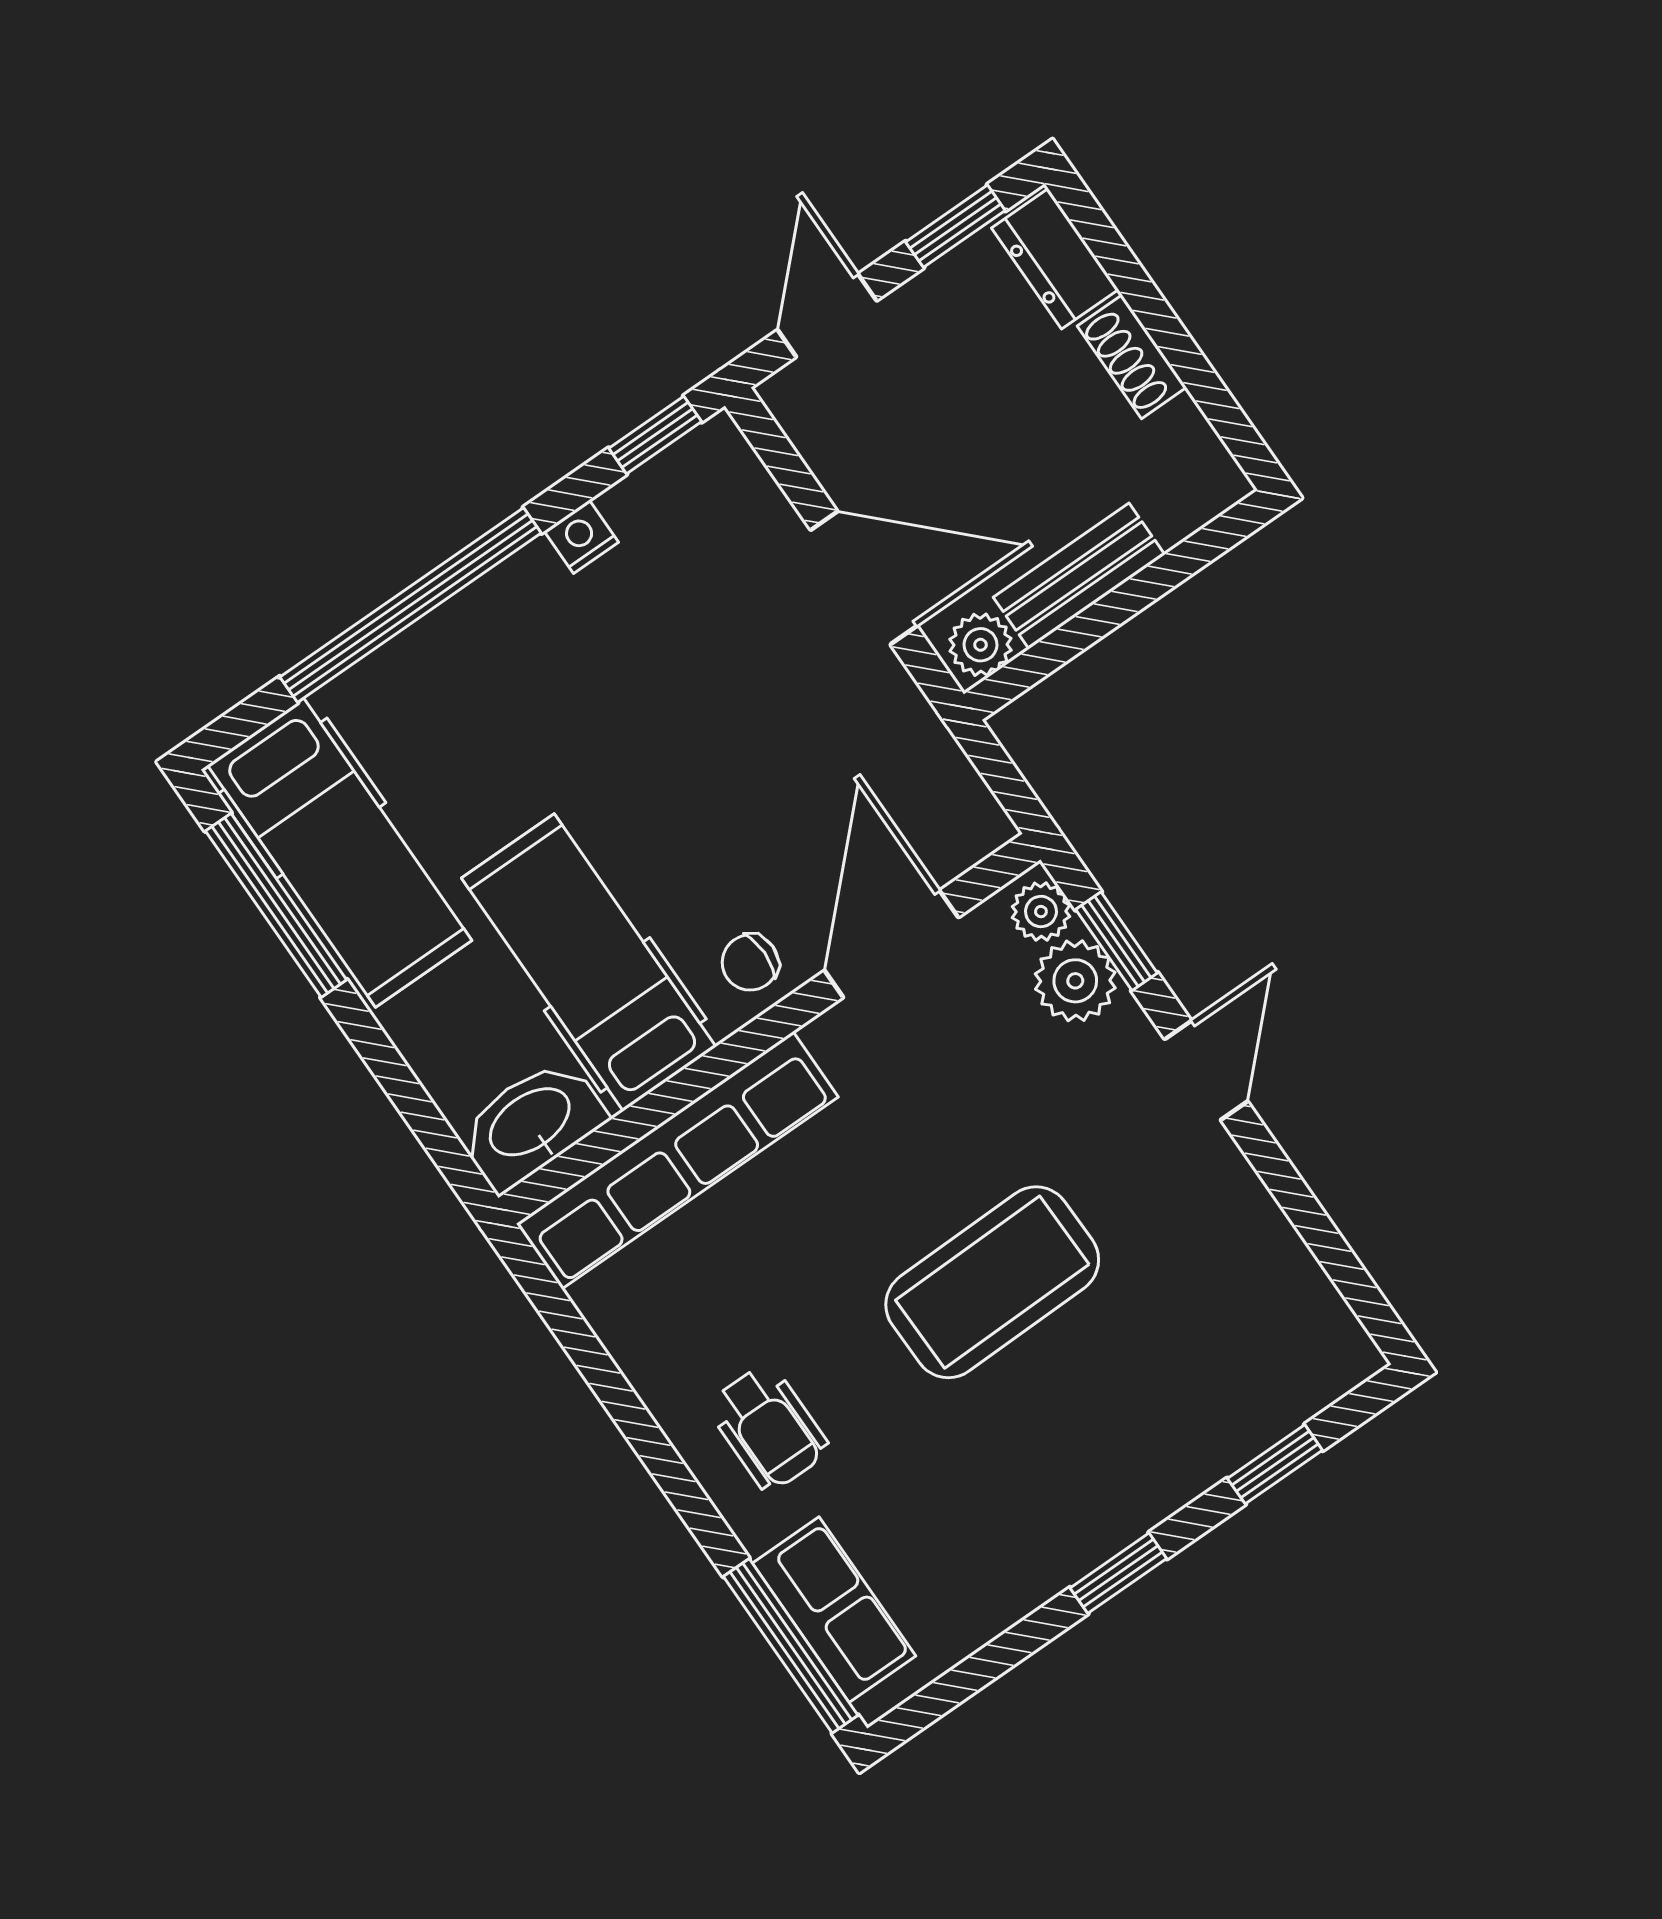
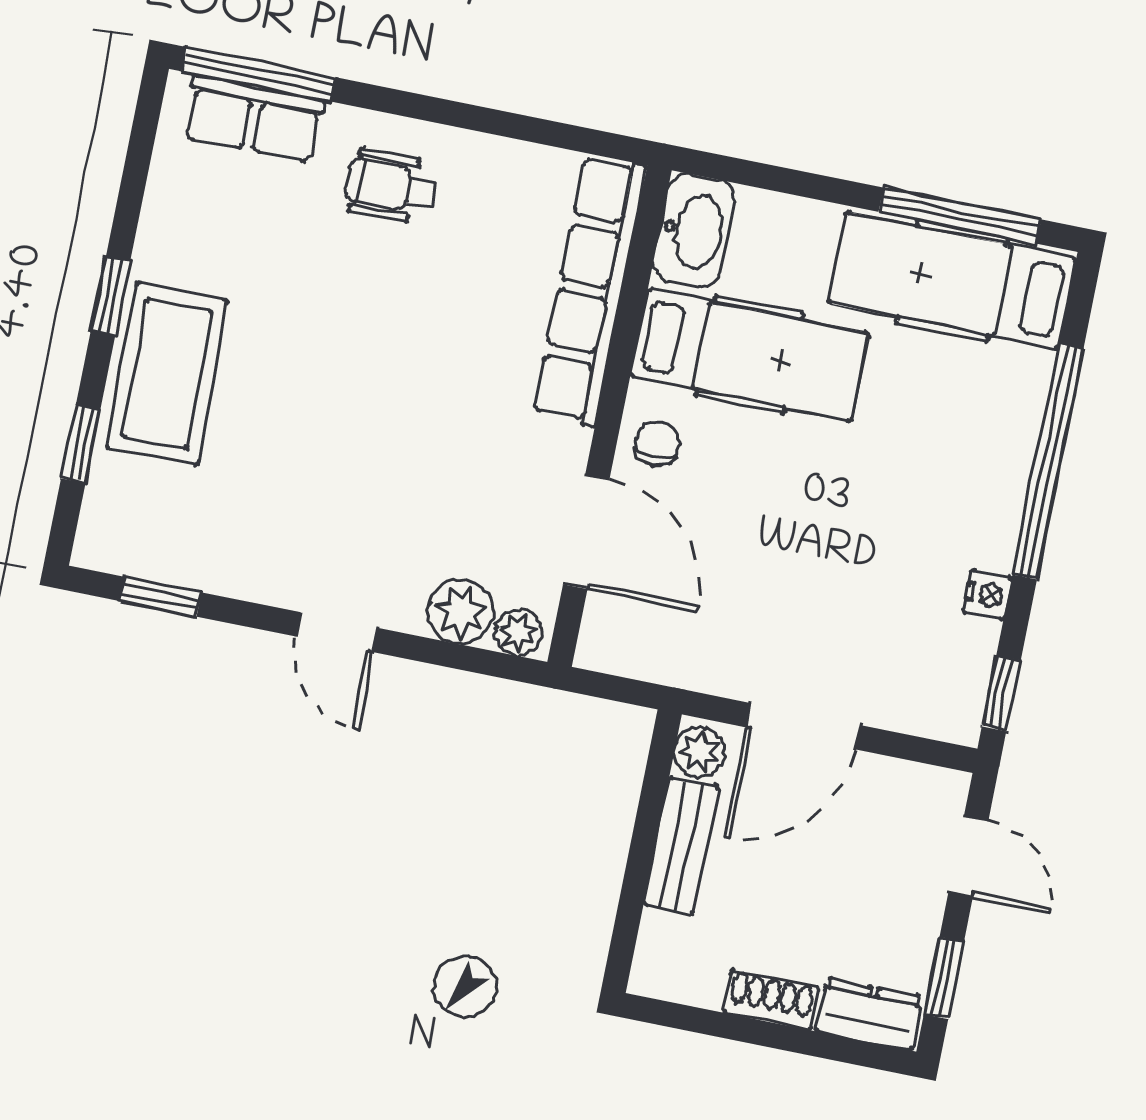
window: (1116, 941) -> (161, 597), moved
coffee table: (992, 1282) -> (167, 374), moved

